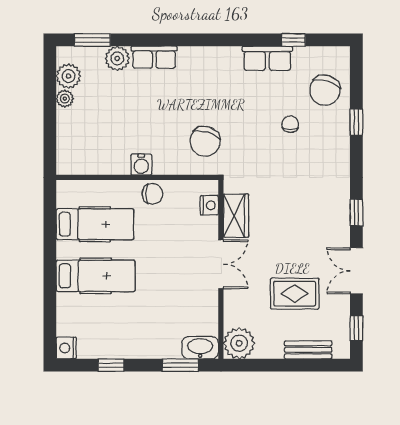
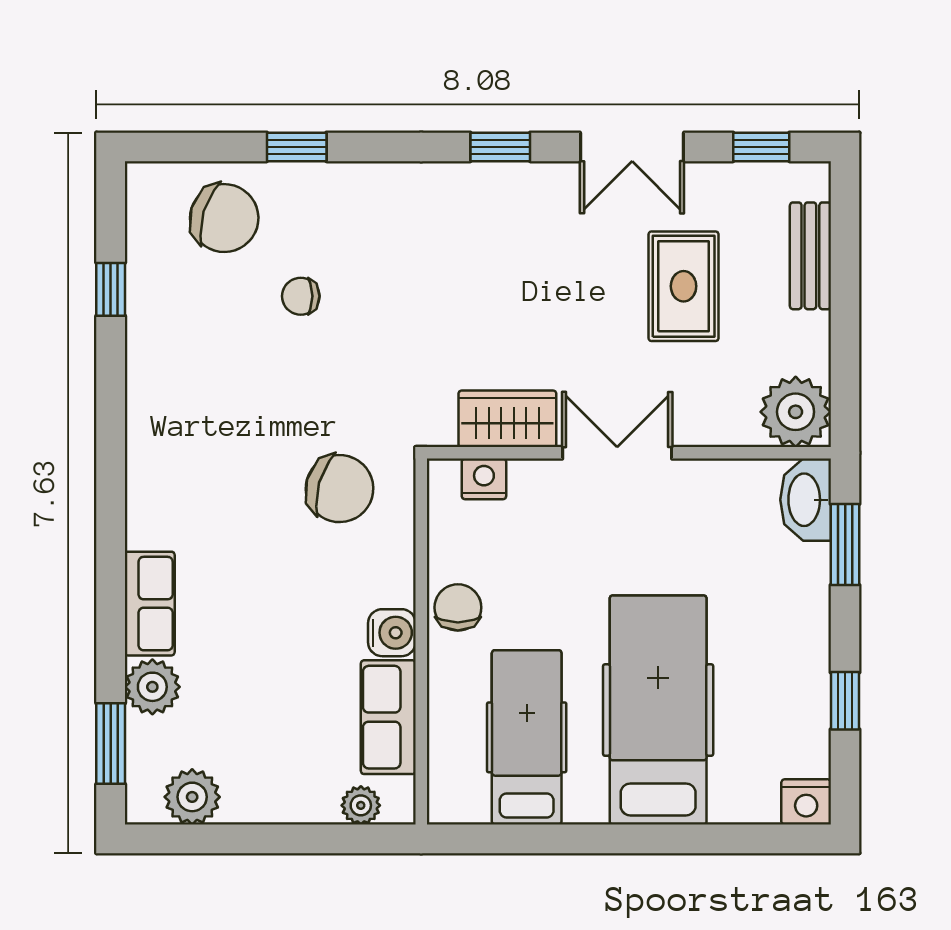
row of seats: (267, 58) -> (388, 717), moved, turned 180
plant: (65, 99) -> (361, 805), moved
hospital bed: (96, 276) -> (658, 710), width x1.37, depth x1.29

